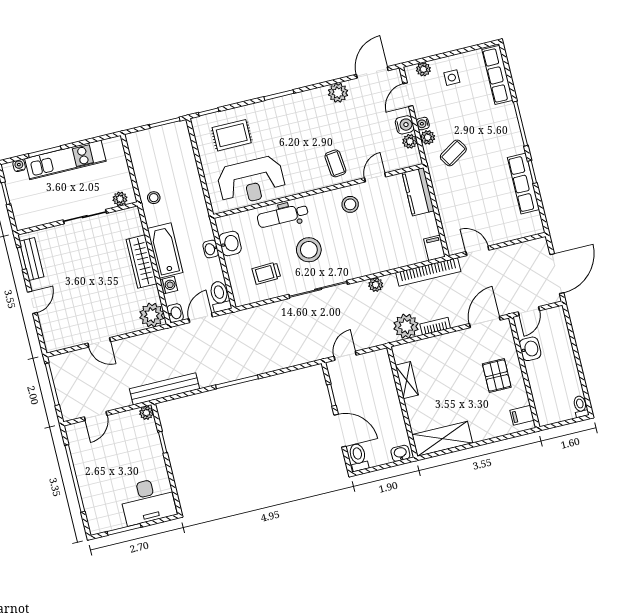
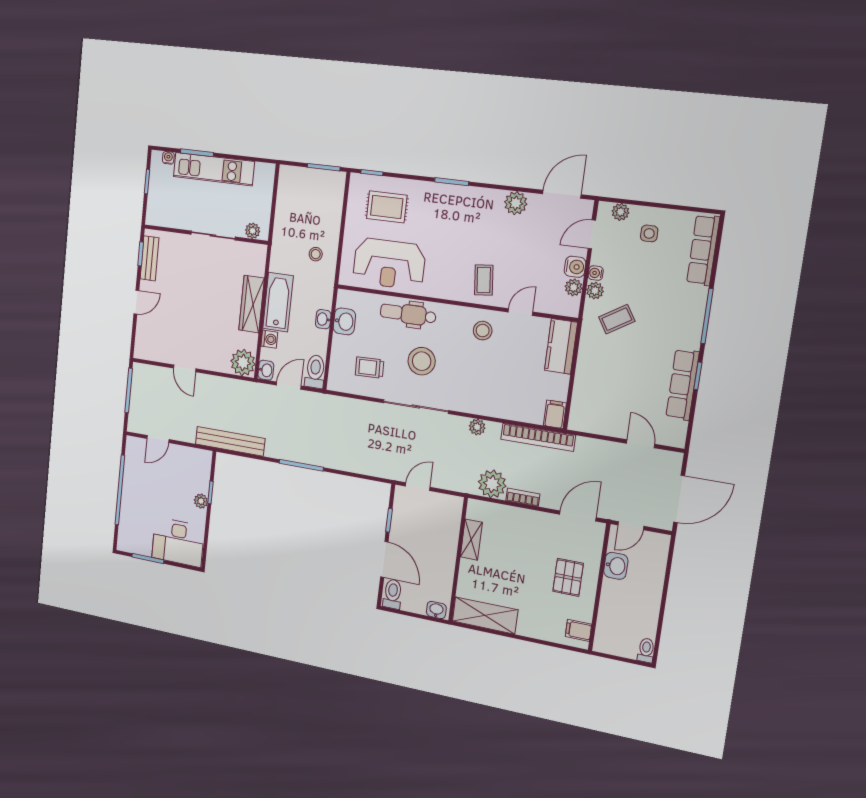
stool: (154, 198) -> (316, 254), moved
door: (477, 251) -> (641, 444), moved
plant: (146, 413) -> (201, 501), moved

